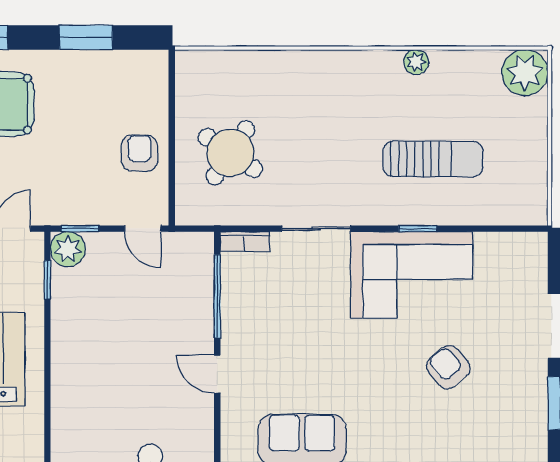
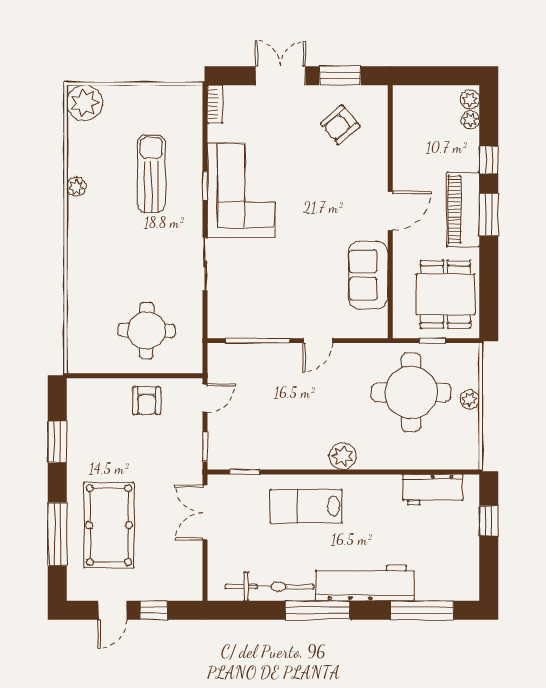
armchair: (140, 153) -> (147, 401), turned -90
round table: (230, 153) -> (147, 331), turned -33
bookcase: (245, 241) -> (215, 104), moved
plant: (68, 249) -> (343, 456), moved
armchair: (448, 367) -> (340, 125), moved

